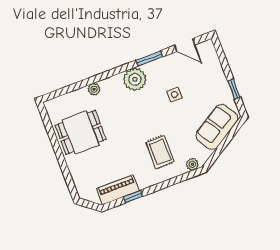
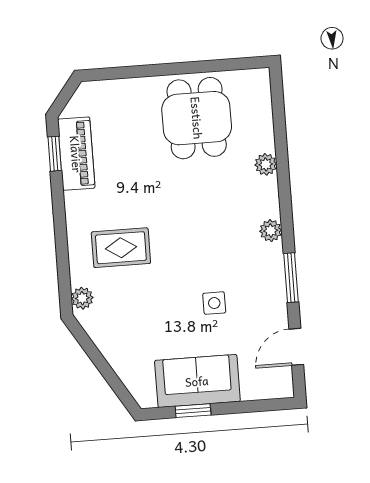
plant: (135, 79) -> (271, 231), width x0.53, depth x0.53
sofa: (217, 127) -> (197, 381), moved, turned -58
window: (133, 197) -> (55, 154), moved

